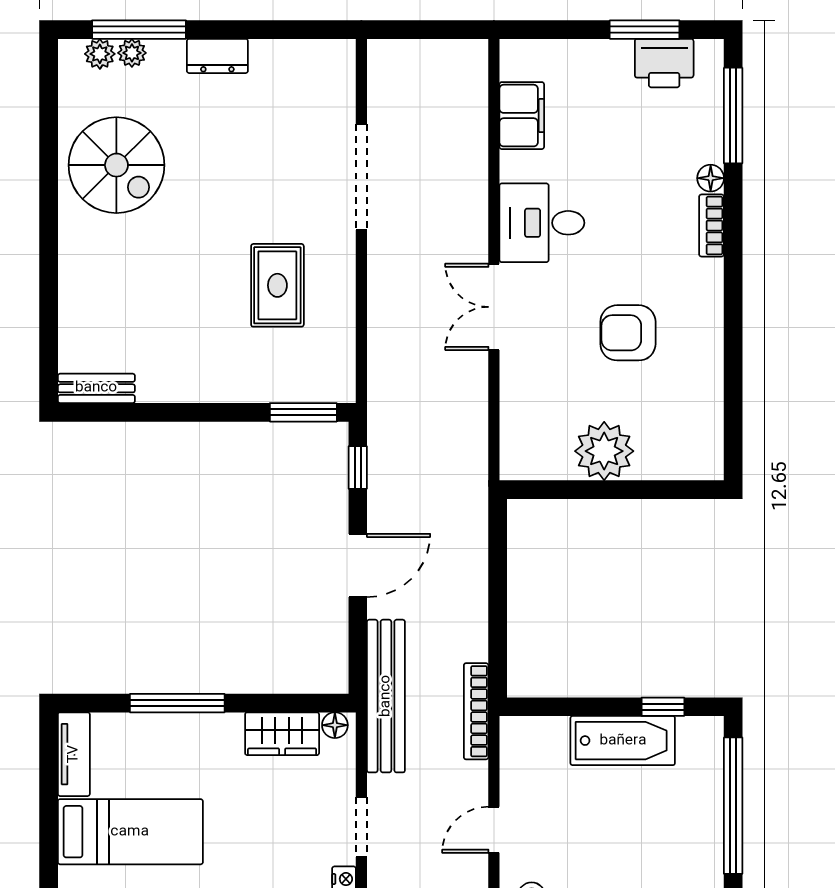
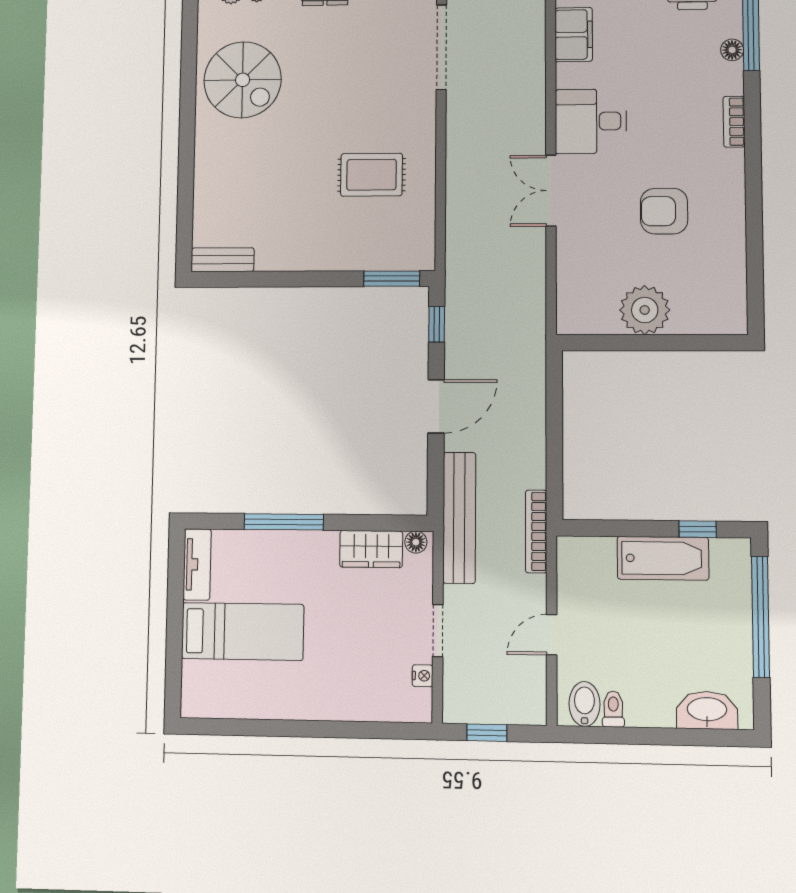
doorway: (361, 177) -> (441, 47), moved
floor lamp: (711, 178) -> (732, 50), moved
rug: (277, 285) -> (371, 175), turned 90

